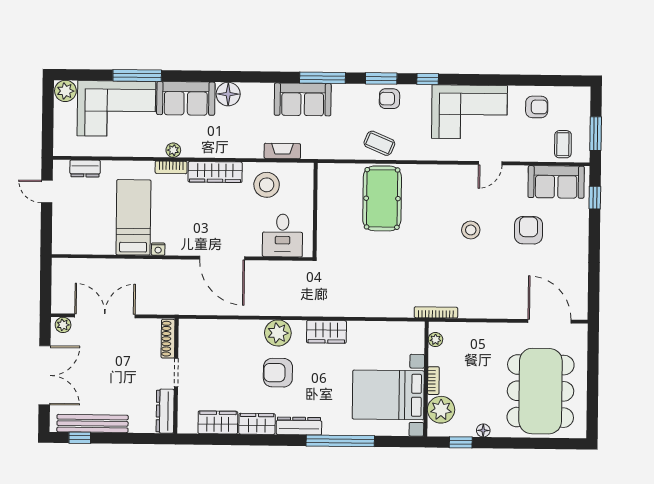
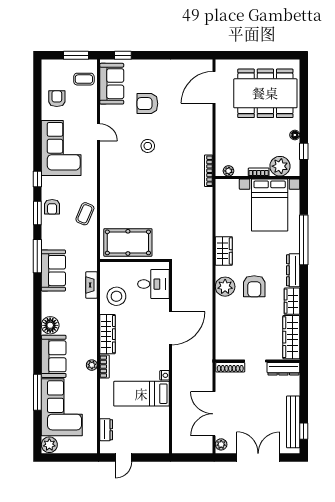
pool table: (382, 198) -> (128, 242), moved
wardrobe: (218, 422) -> (291, 337), width x1.50

